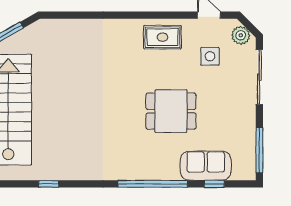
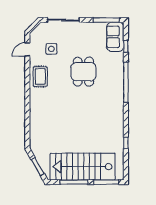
plant: (241, 35) -> (39, 31), removed
sofa: (206, 166) -> (115, 37), moved

